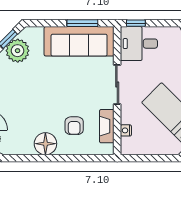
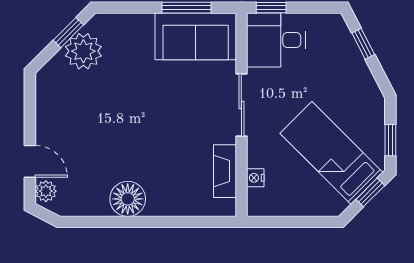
sofa: (79, 41) -> (196, 36), width x0.73
armchair: (74, 126) -> (173, 170), removed

